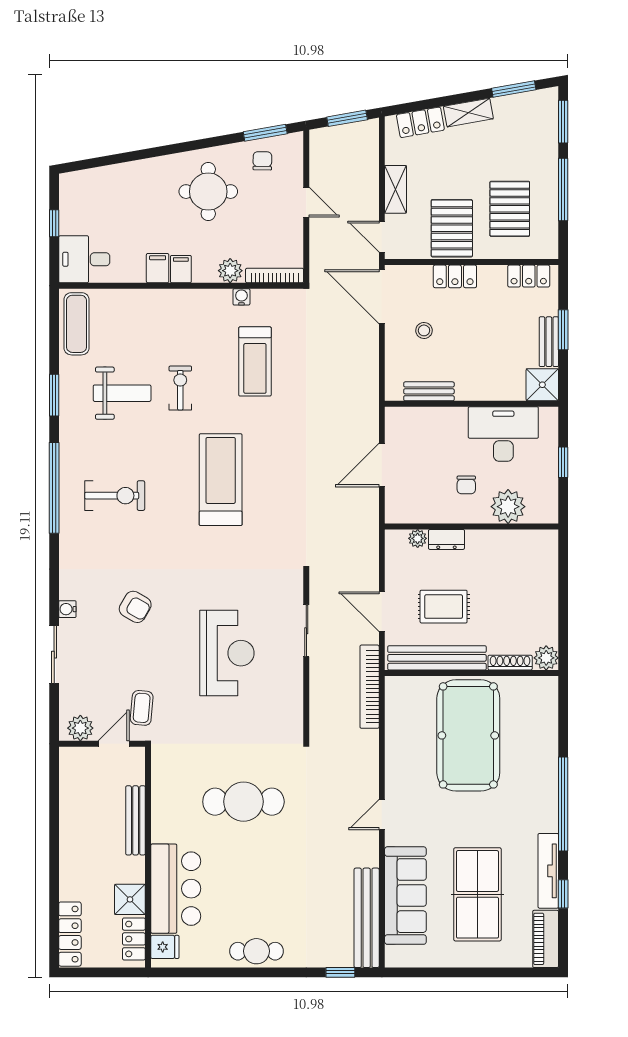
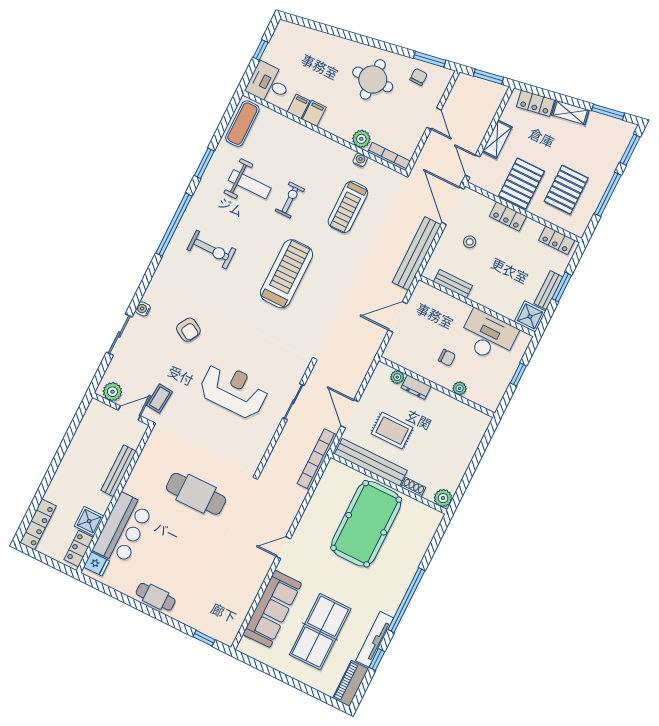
filing cabinet: (181, 269) -> (298, 106), moved
chair: (466, 485) -> (447, 358), turned -90
plant: (508, 507) -> (460, 388), width x0.53, depth x0.53
reception desk: (227, 653) -> (234, 390), turned -90
shoe rack: (510, 663) -> (413, 487), width x0.70
bench: (367, 918) -> (417, 253), moved

